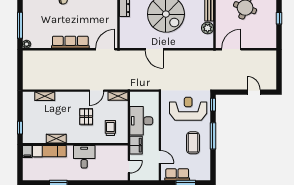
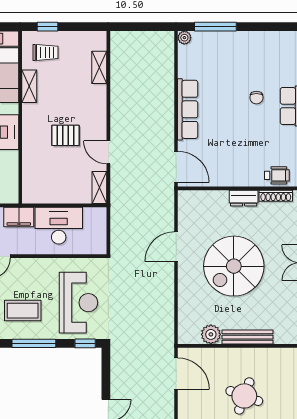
trolley: (110, 128) -> (46, 52), moved

